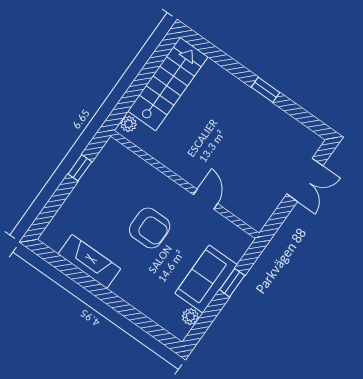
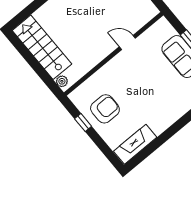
armchair: (150, 228) -> (105, 109), moved
fireplace: (89, 261) -> (135, 144), moved

